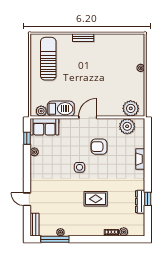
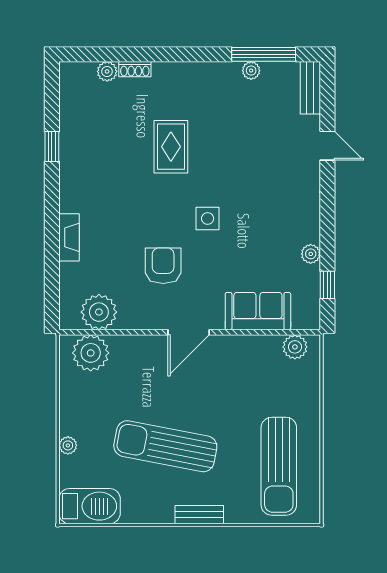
sun lounger: (98, 68) -> (165, 446), added
barbecue: (61, 109) -> (90, 506), moved, turned 180
sofa: (44, 127) -> (258, 311), moved
armchair: (99, 147) -> (163, 266), turned -90
rug: (96, 199) -> (171, 147), turned 90
dresser: (140, 202) -> (69, 140), removed

